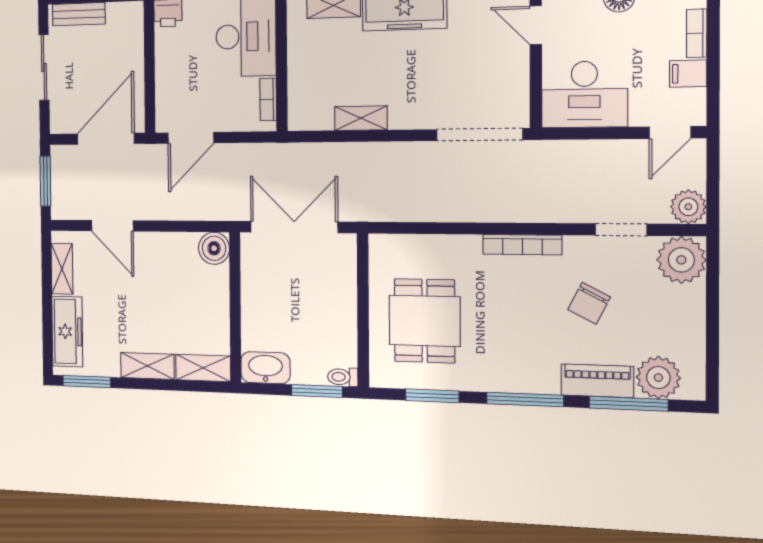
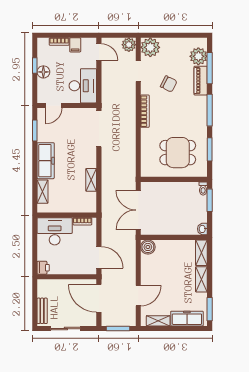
washbasin: (265, 368) -> (202, 229), width x0.52, depth x0.69

